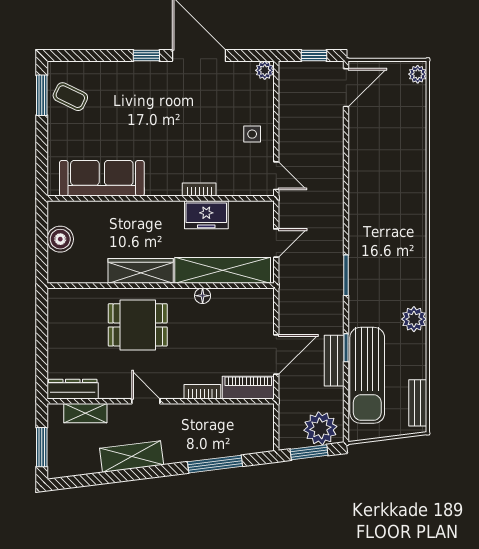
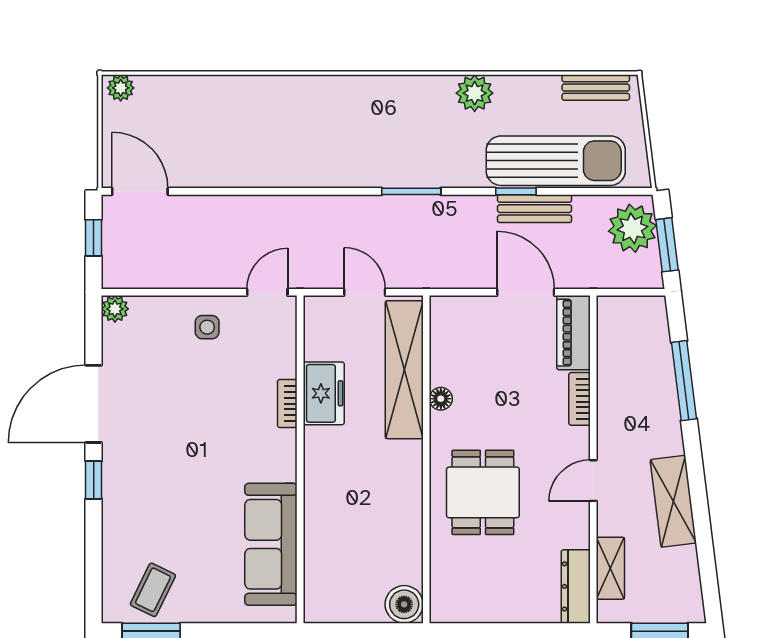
boiler: (60, 239) -> (404, 604), moved
wardrobe: (141, 271) -> (405, 488), removed

